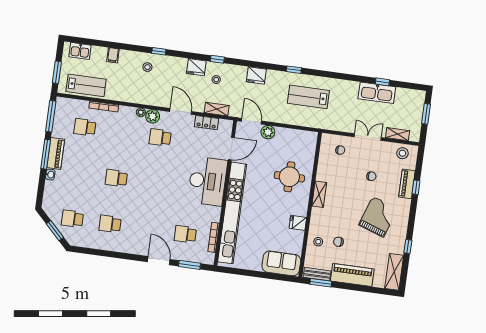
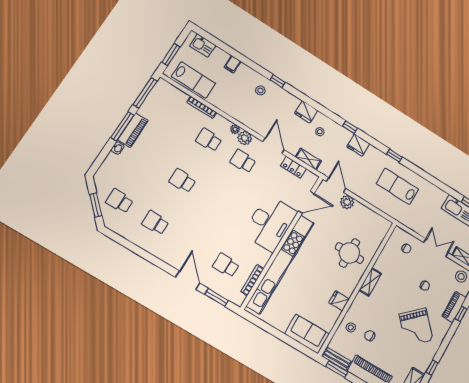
window: (217, 59) -> (350, 127), moved
school desk: (85, 127) -> (209, 140), moved
grand piano: (378, 217) -> (416, 327), turned 118

